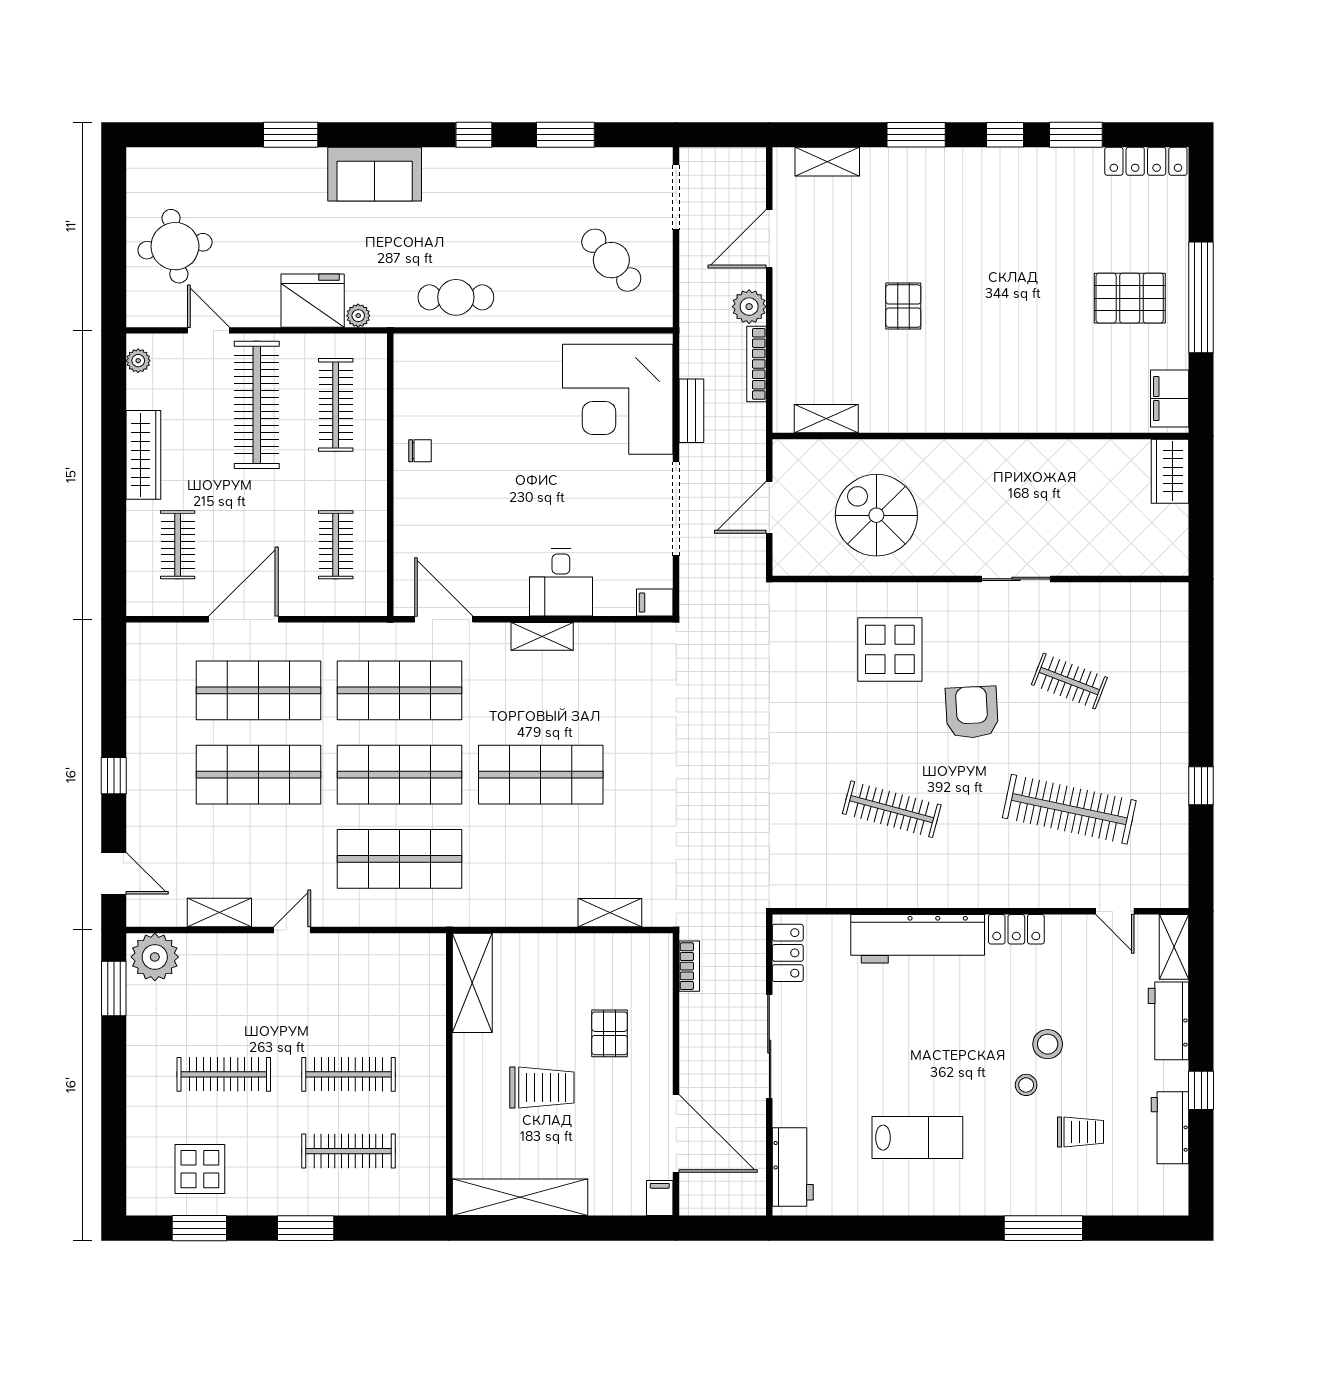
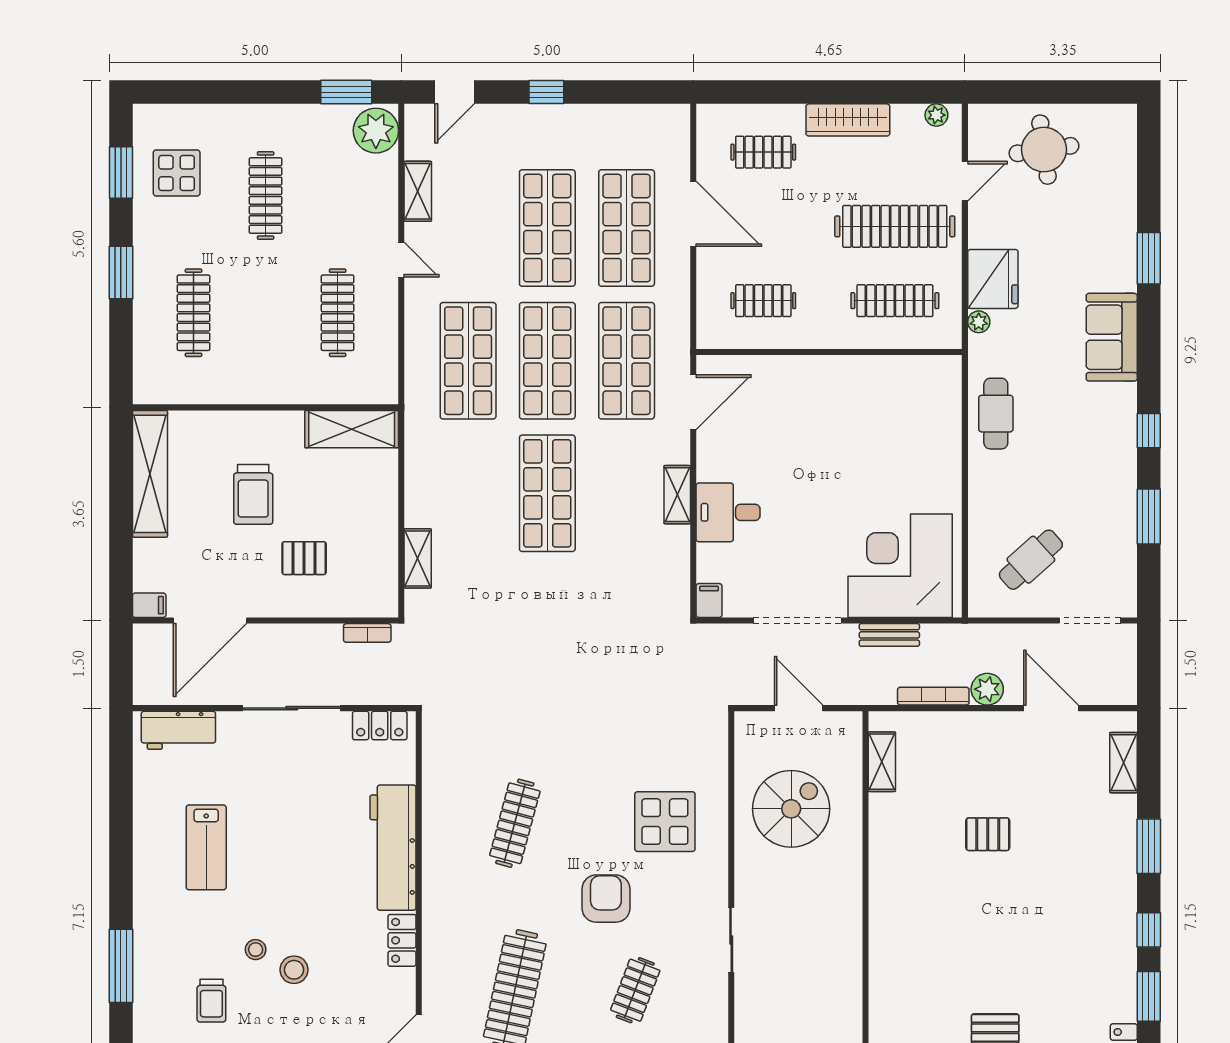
chair: (420, 451) -> (852, 380), removed
armchair: (972, 712) -> (606, 899), turned -87
clothes rail: (349, 1074) -> (338, 313), moved

